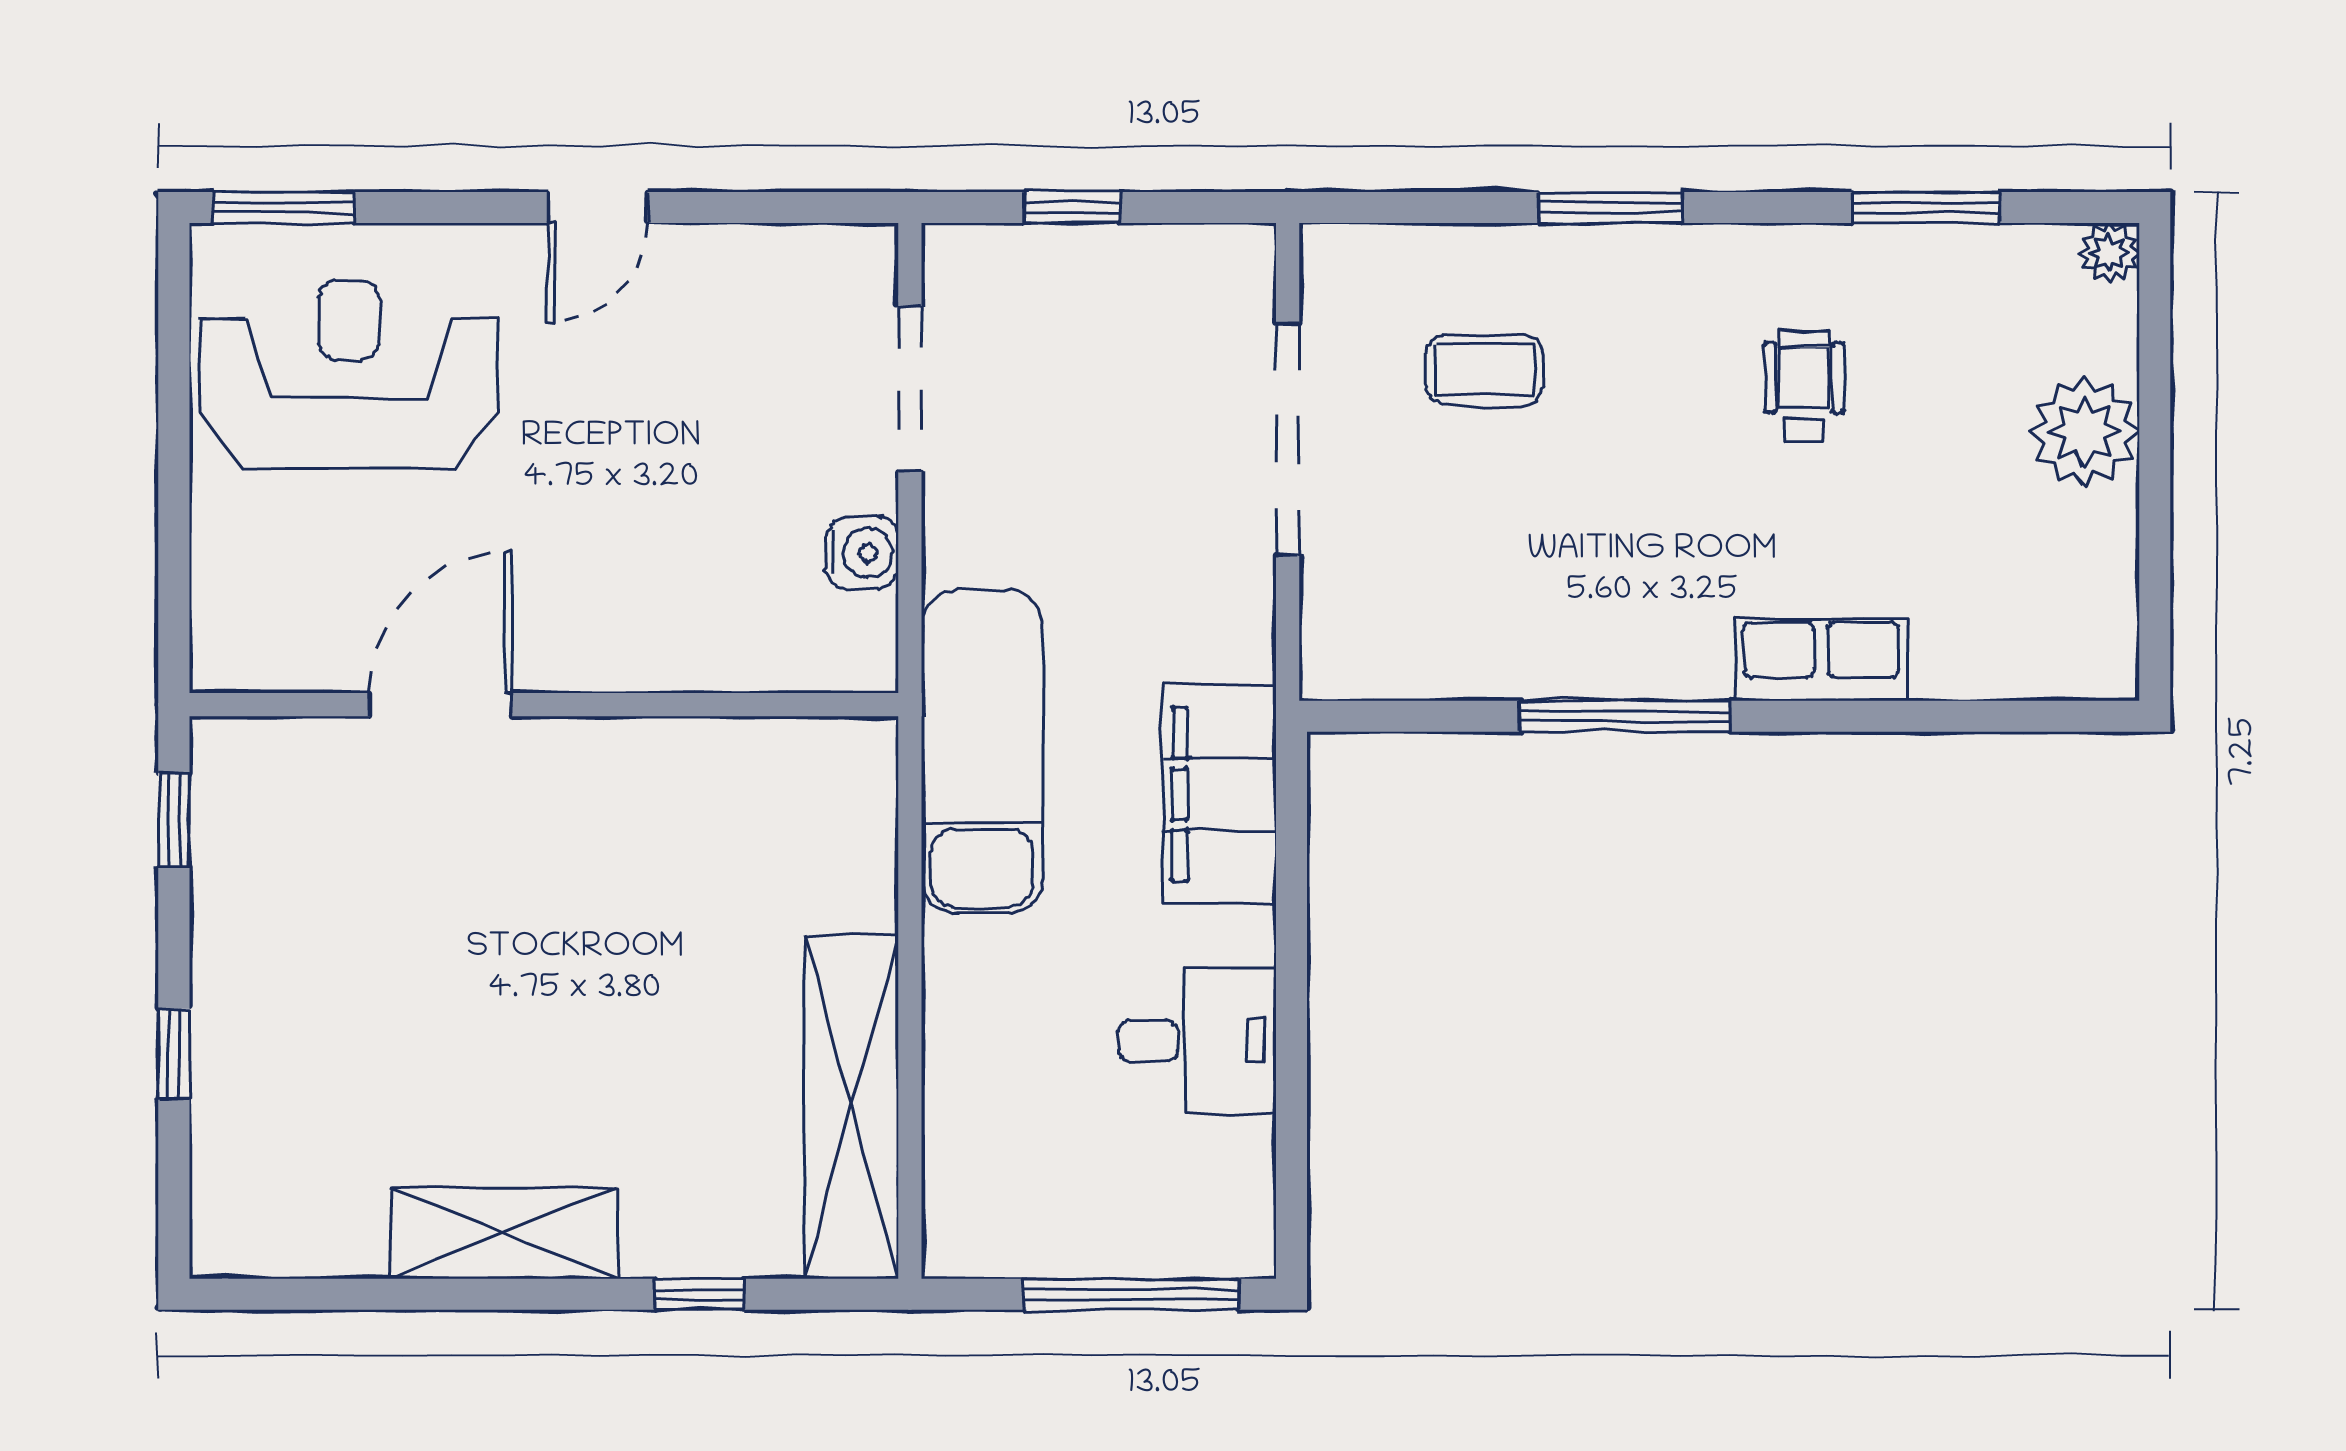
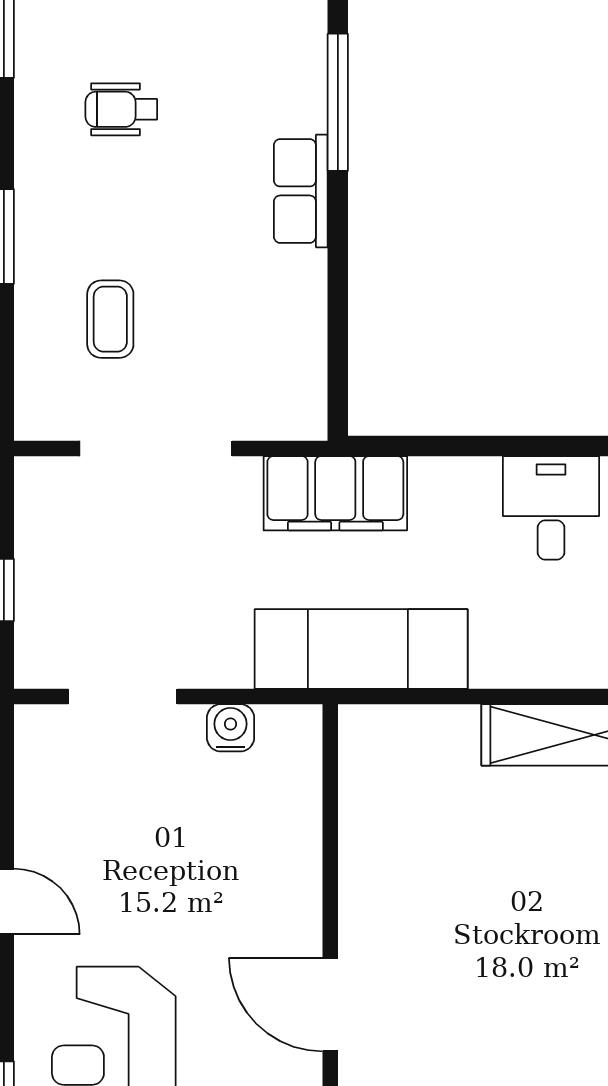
row of seats: (1821, 660) -> (301, 191), moved
window: (1624, 716) -> (338, 102), moved
filing cabinet: (1219, 794) -> (335, 493), moved

